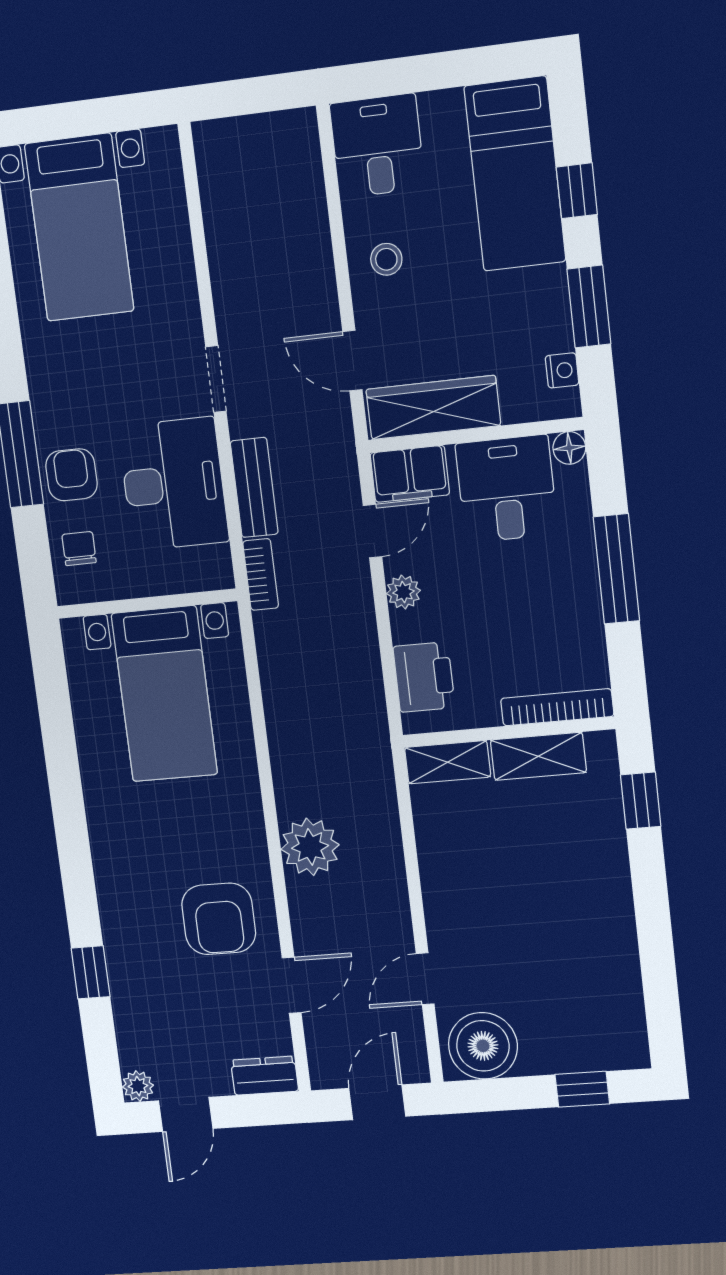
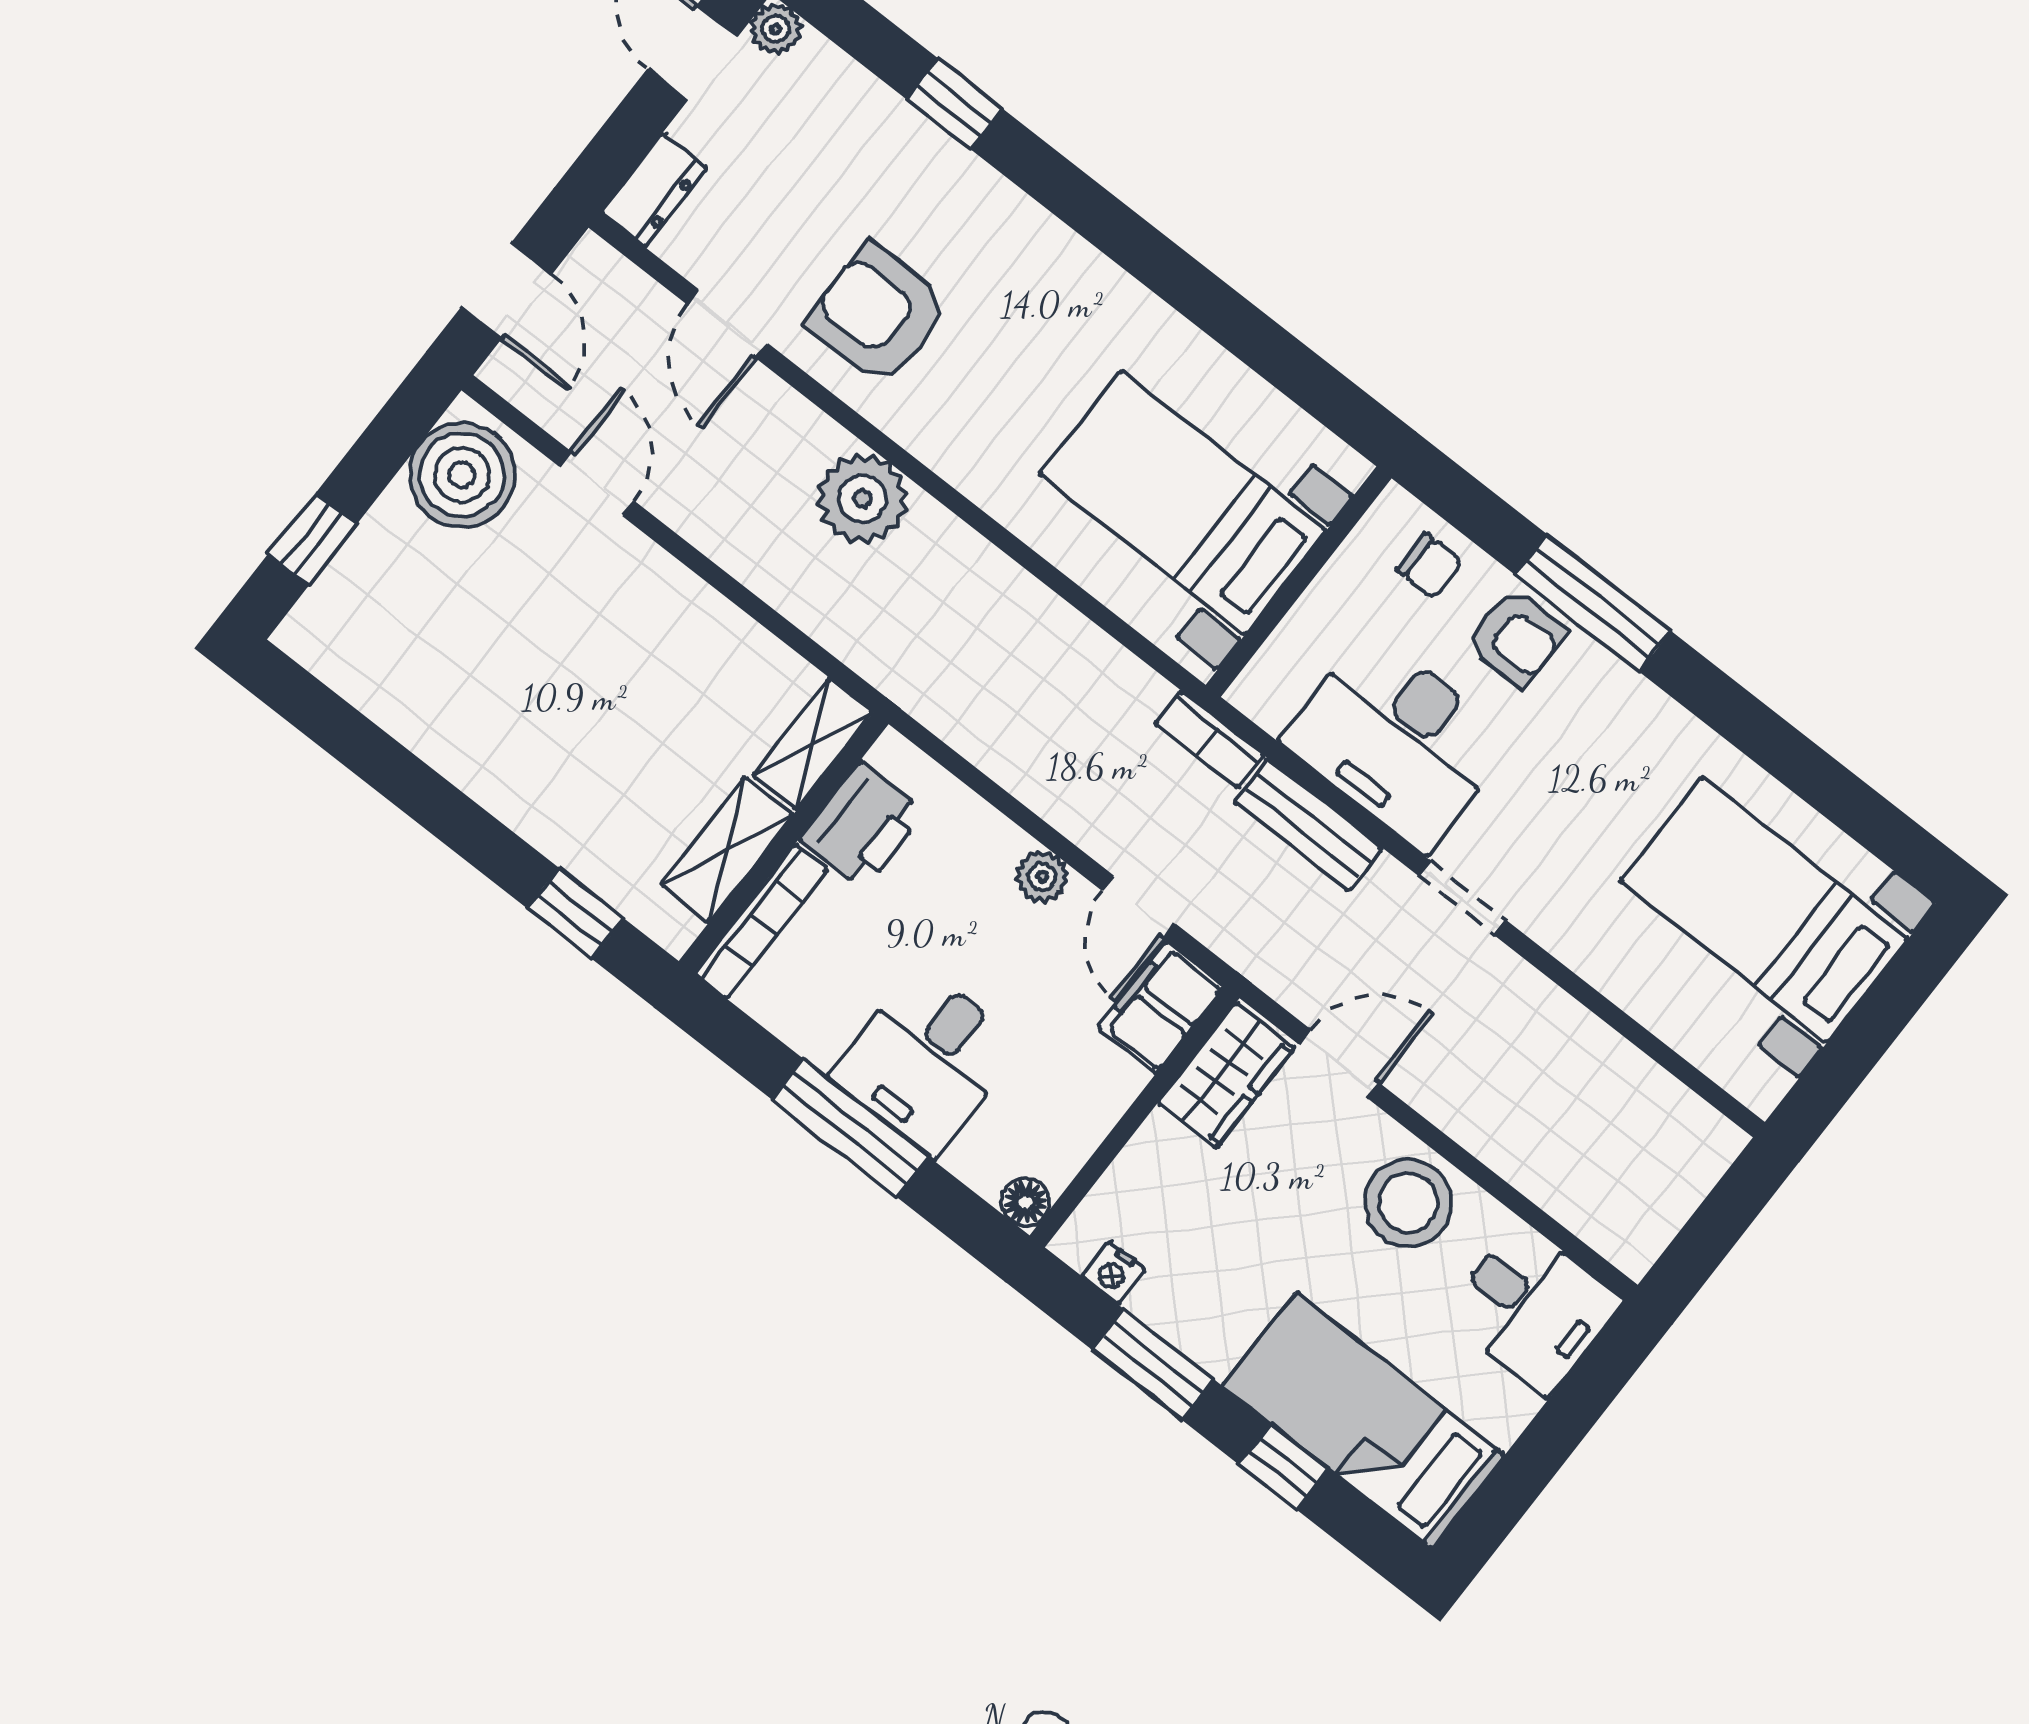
stool: (386, 259) -> (1408, 1203), width x1.89, depth x1.89
wardrobe: (433, 407) -> (1226, 1075), width x0.67
desk: (507, 489) -> (926, 1061), moved, turned 90
printer: (424, 677) -> (862, 826), moved, turned -90

